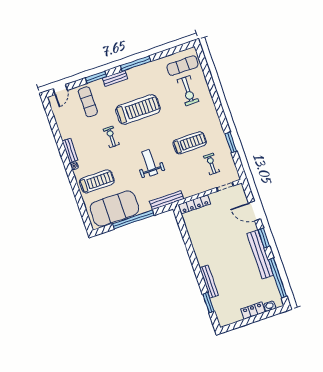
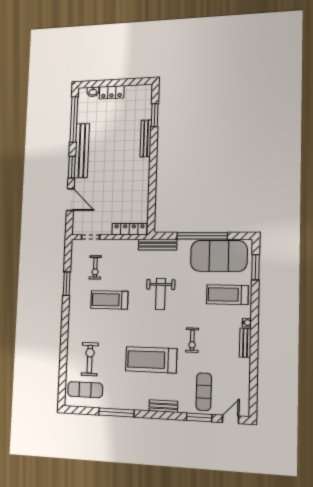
window: (136, 64) -> (116, 412), moved
window: (96, 77) -> (199, 417), moved
window: (83, 210) -> (256, 267), added

